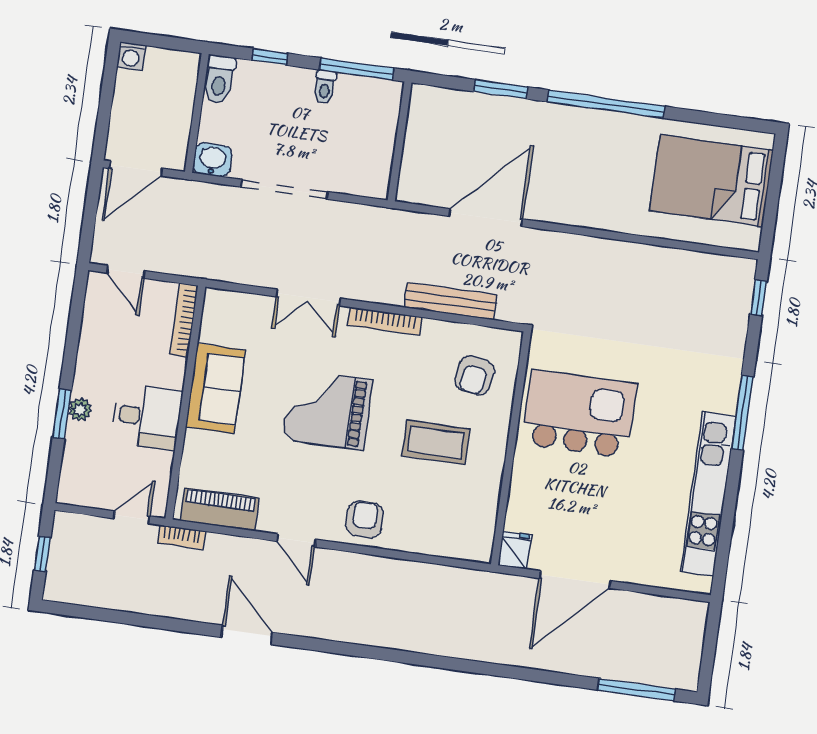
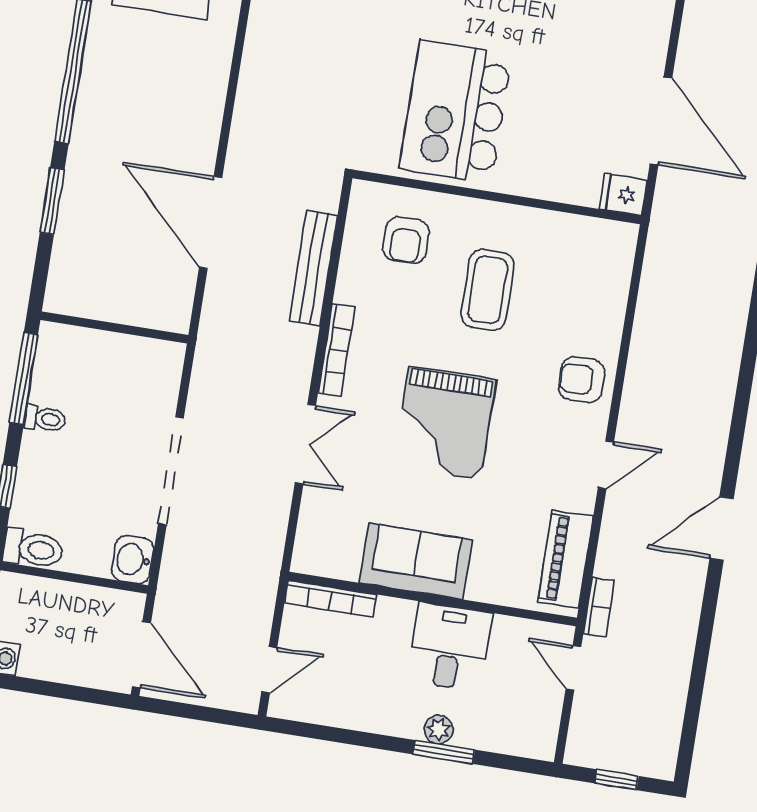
armchair: (475, 376) -> (406, 240), turned 80

